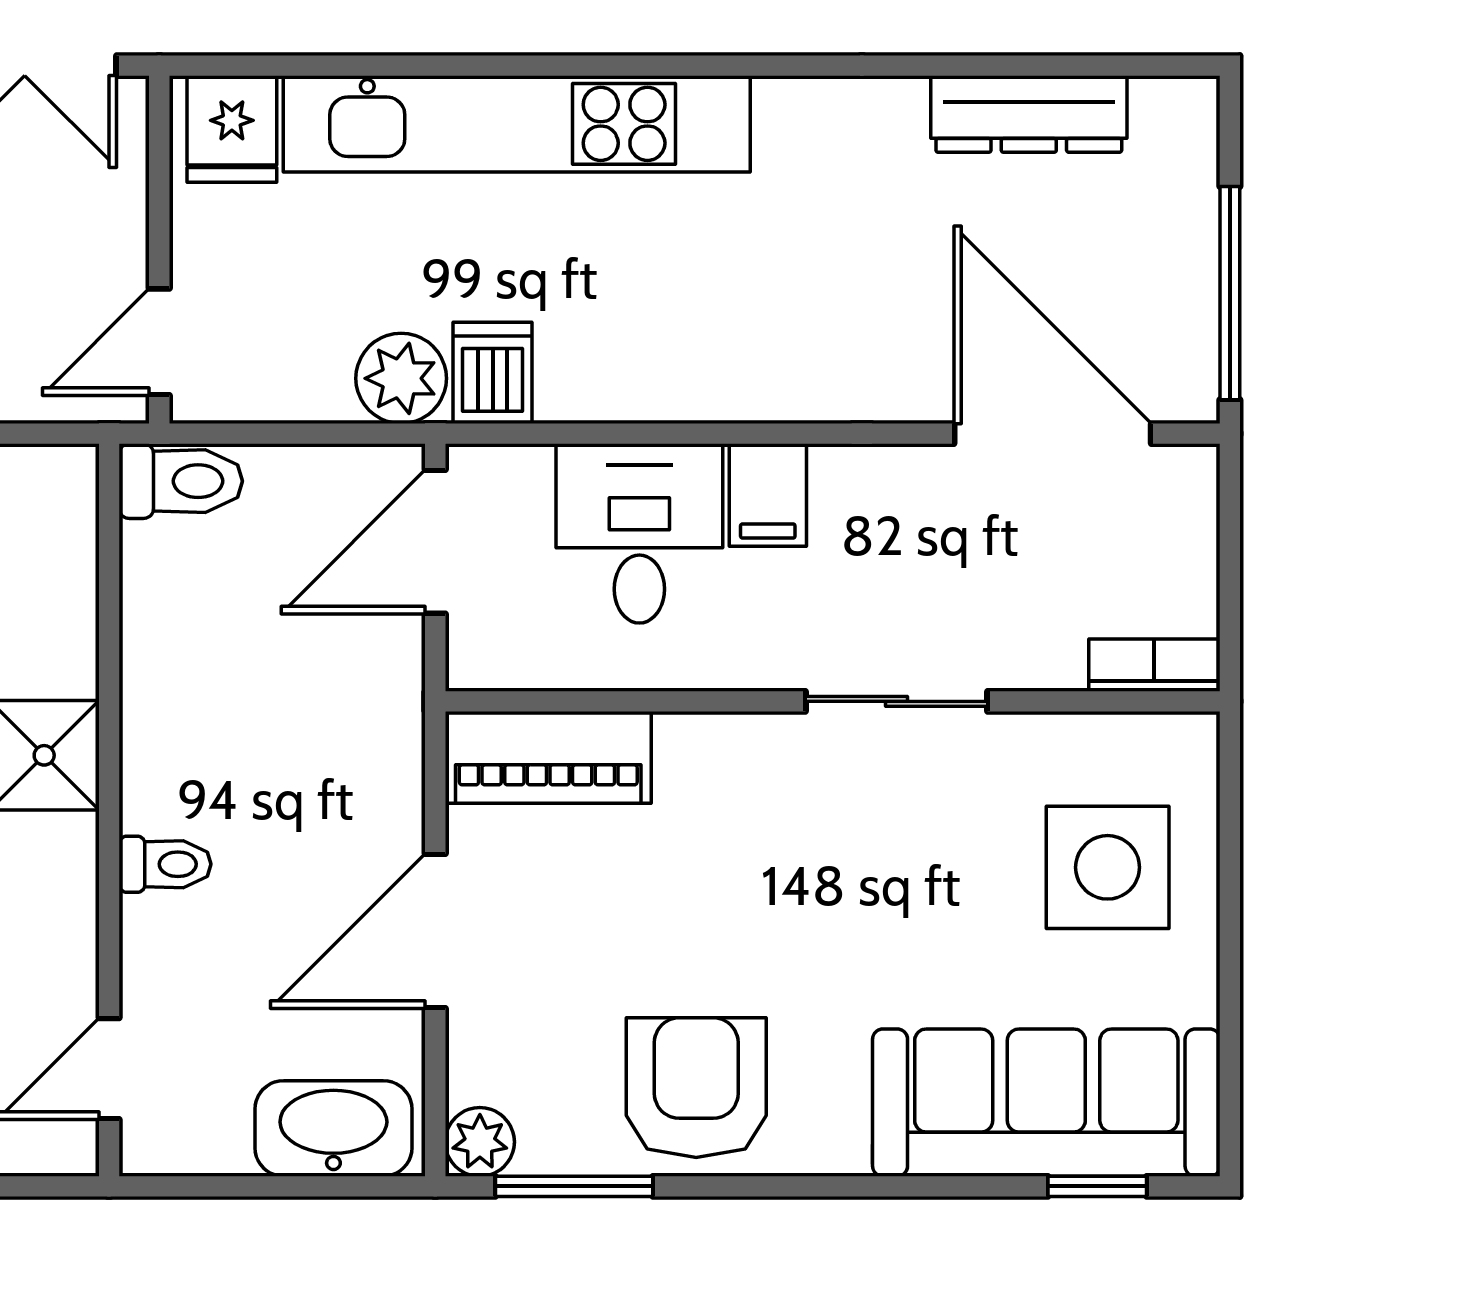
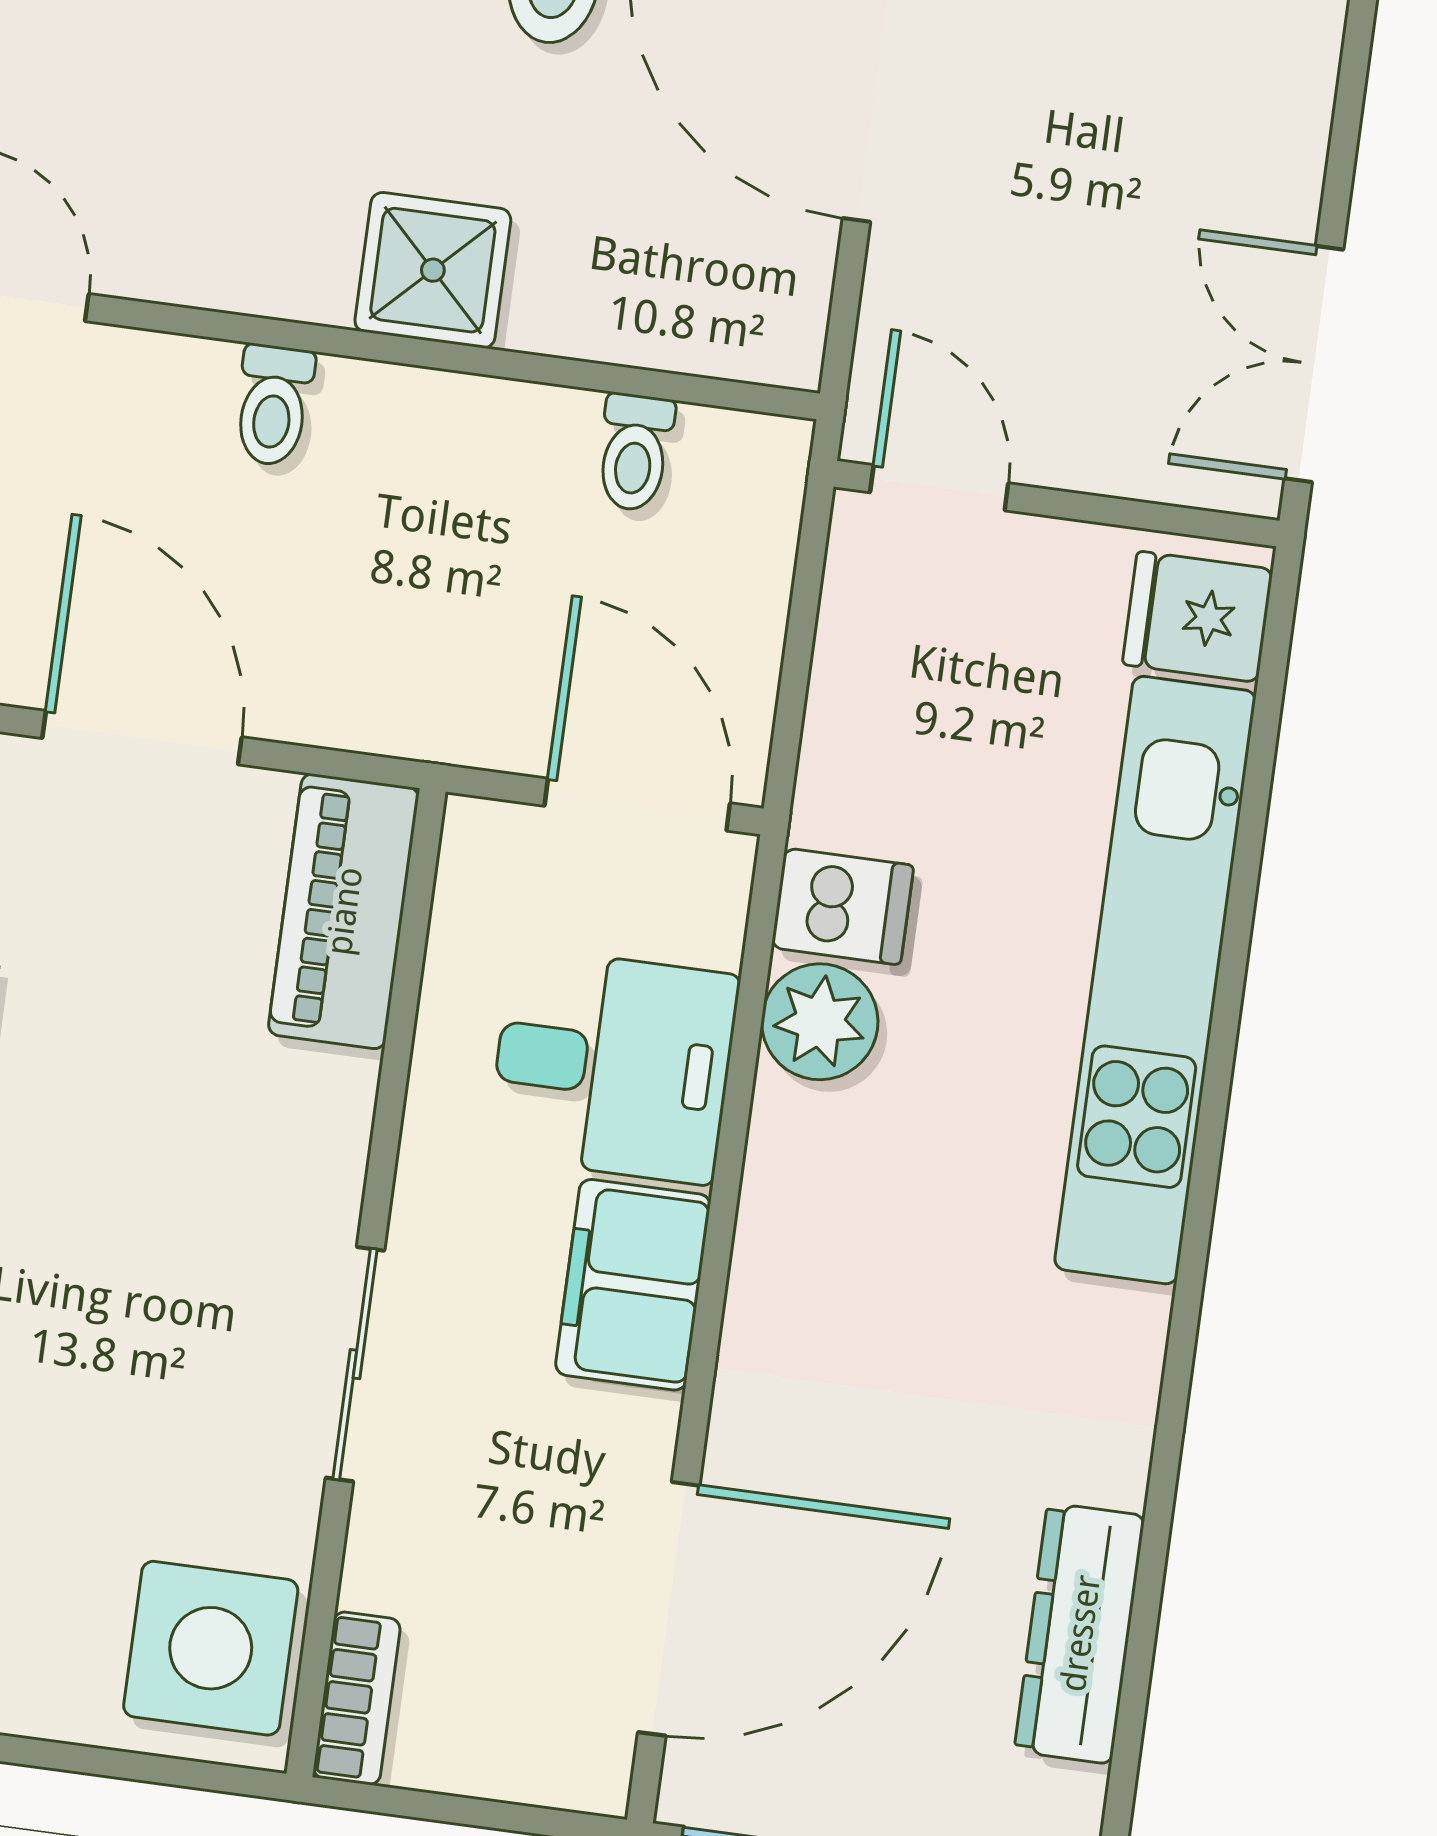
plant: (401, 378) -> (820, 1022), moved
toilet: (181, 481) -> (635, 452), moved, width x0.73, depth x0.72
filing cabinet: (768, 495) -> (633, 1285), width x2.00
side table: (1108, 867) -> (211, 1648), moved

